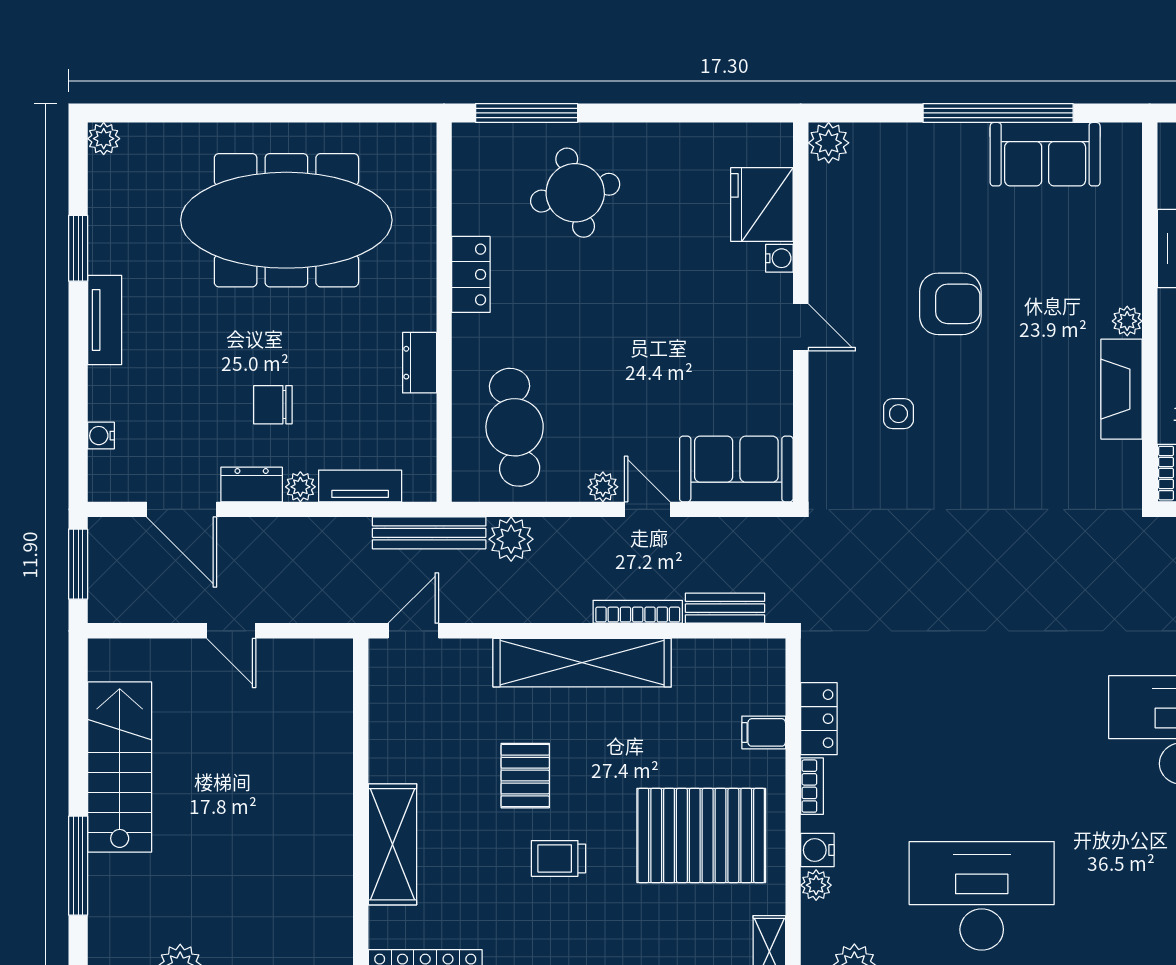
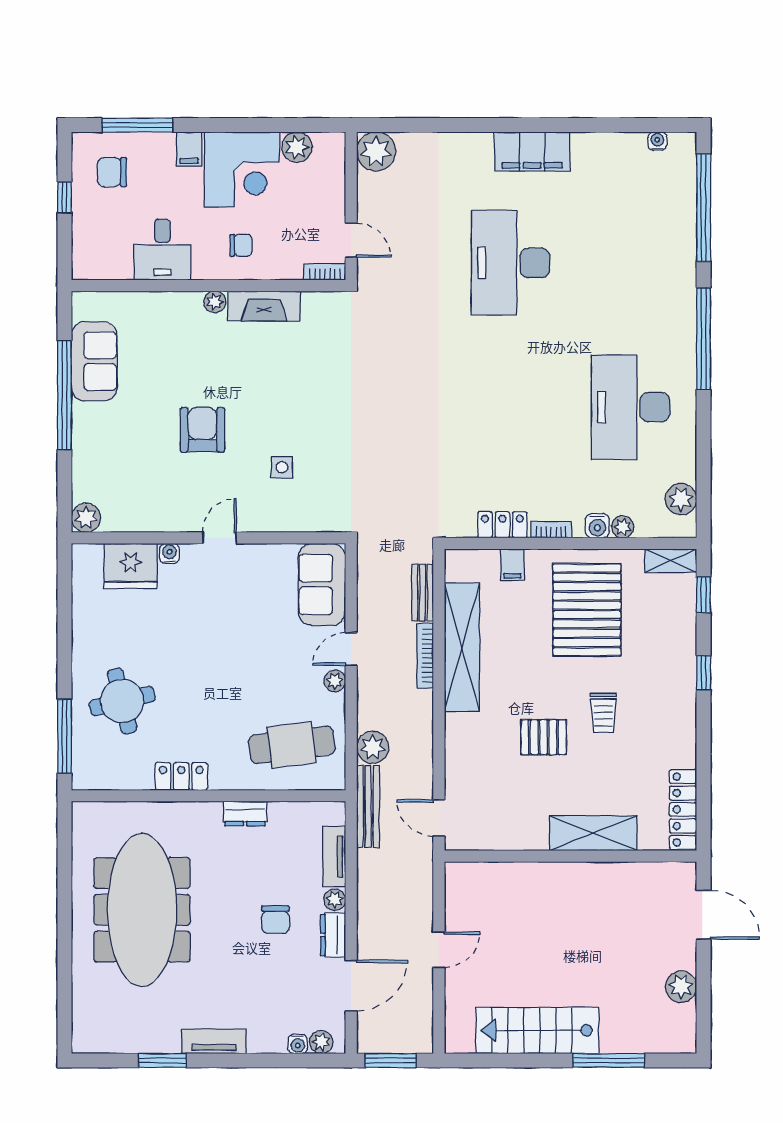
plant: (104, 139) -> (321, 1042), moved
shelving: (582, 663) -> (462, 647), moved

